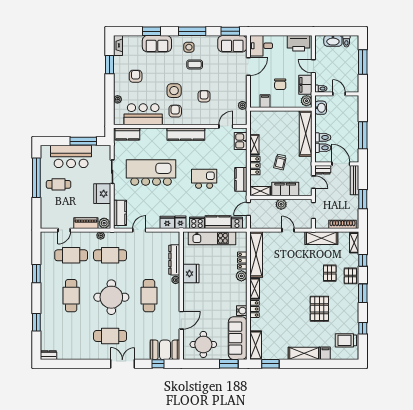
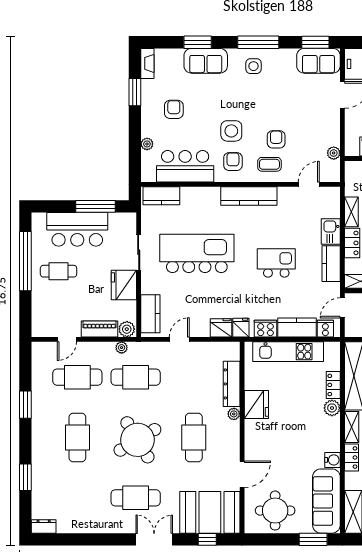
coffee table: (195, 64) -> (269, 164), moved
kitchen sink: (241, 141) -> (331, 232), moved
round table: (111, 297) -> (137, 440), turned -31
booth: (165, 350) -> (210, 512), width x1.36, depth x1.42

